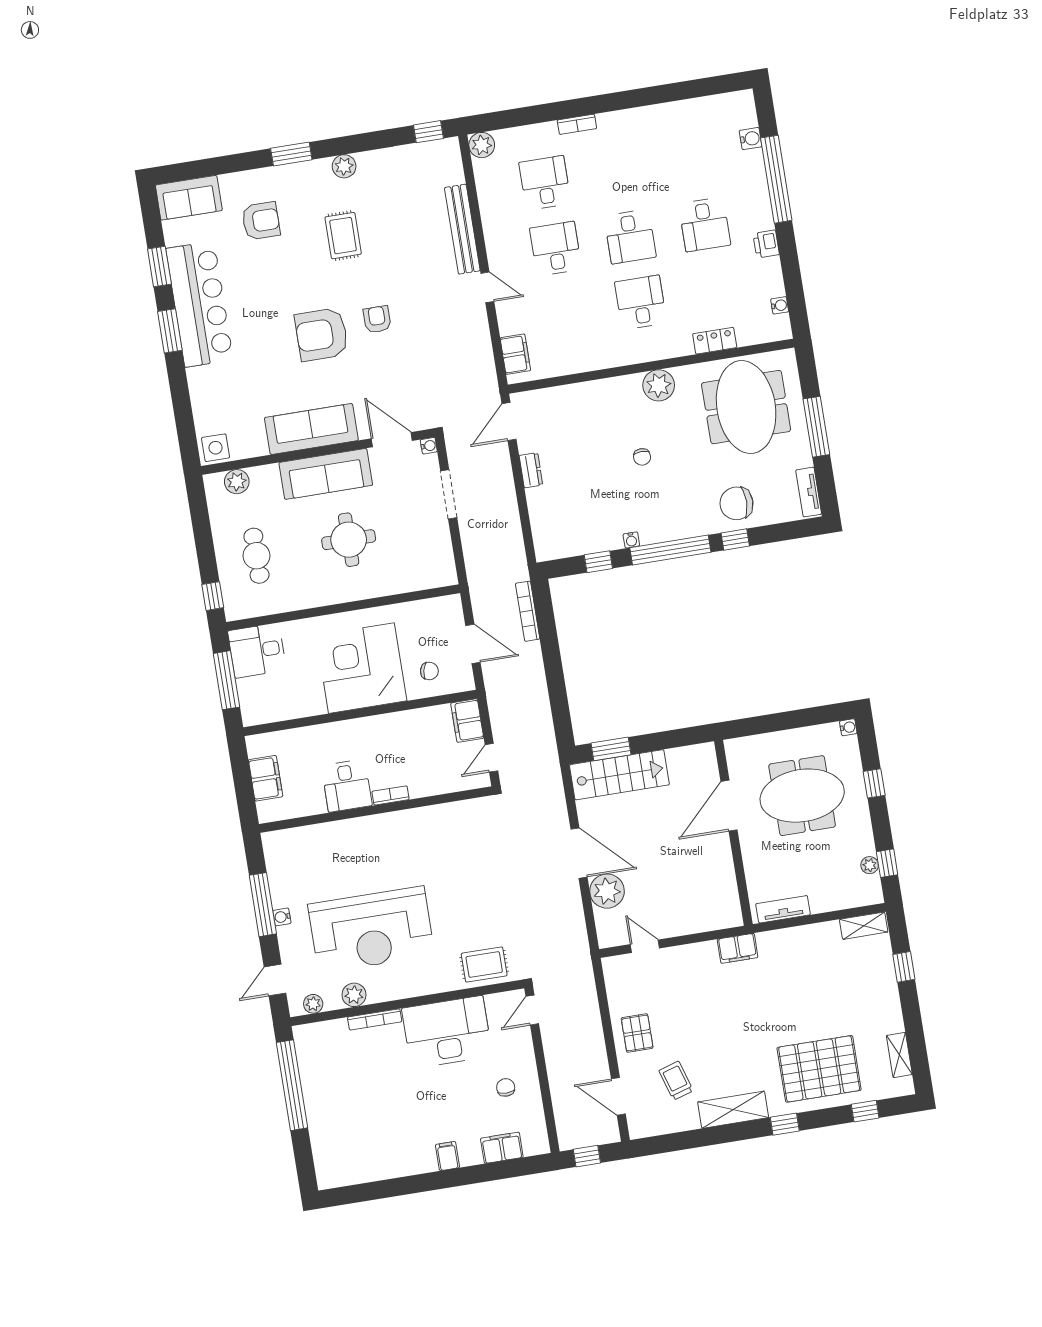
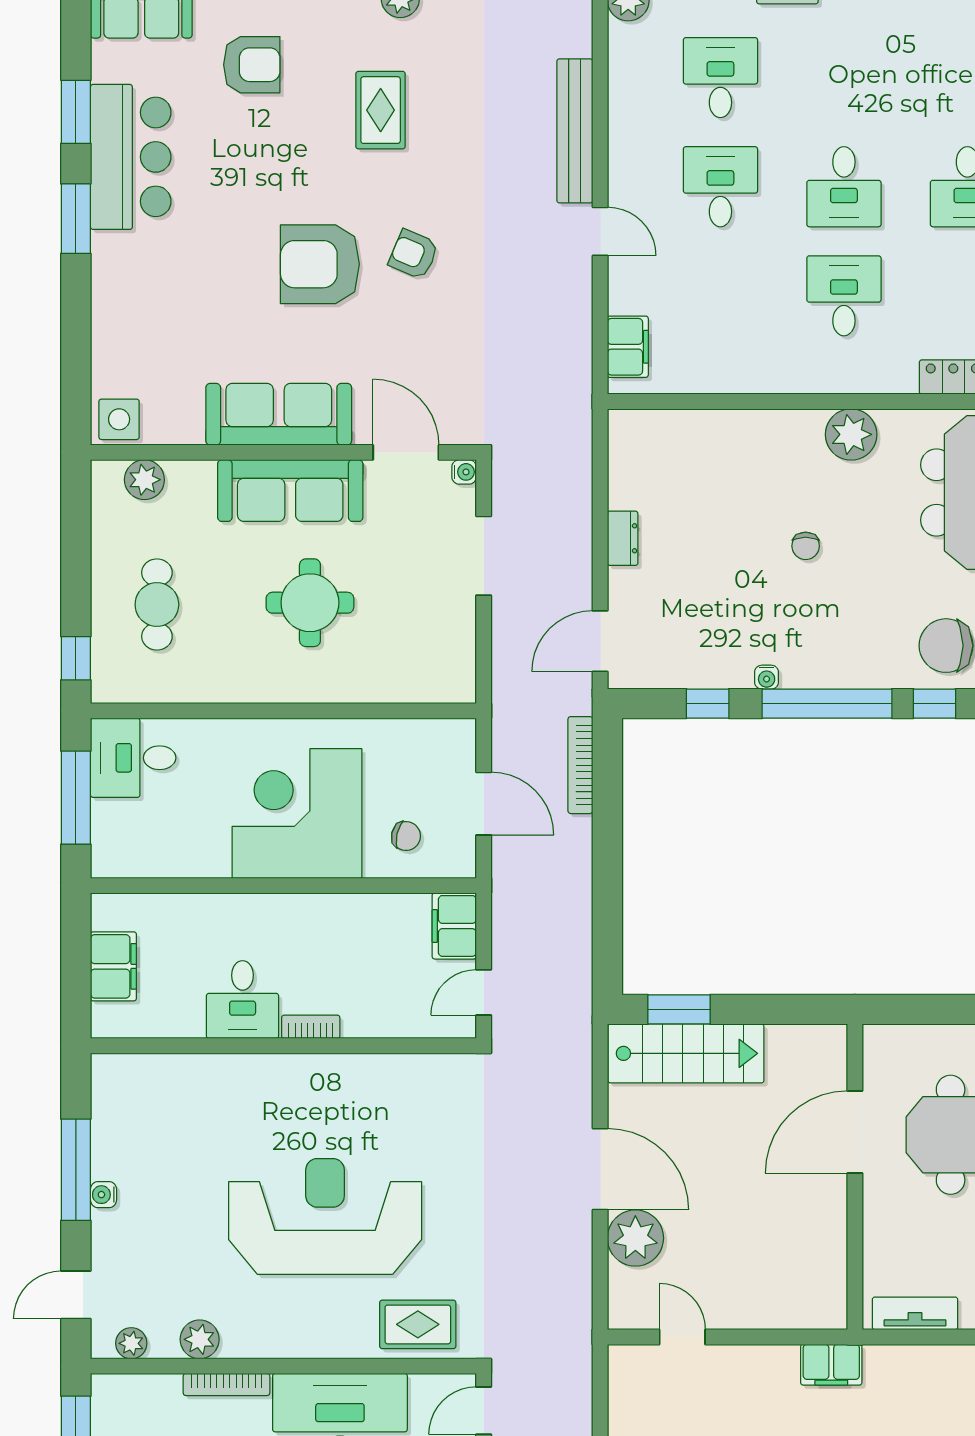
bar counter: (199, 304) -> (131, 157), width x0.73
armchair: (377, 319) -> (414, 254), turned -67
door: (509, 421) -> (600, 641), moved
reception desk: (371, 930) -> (325, 1216), moved, turned 180

